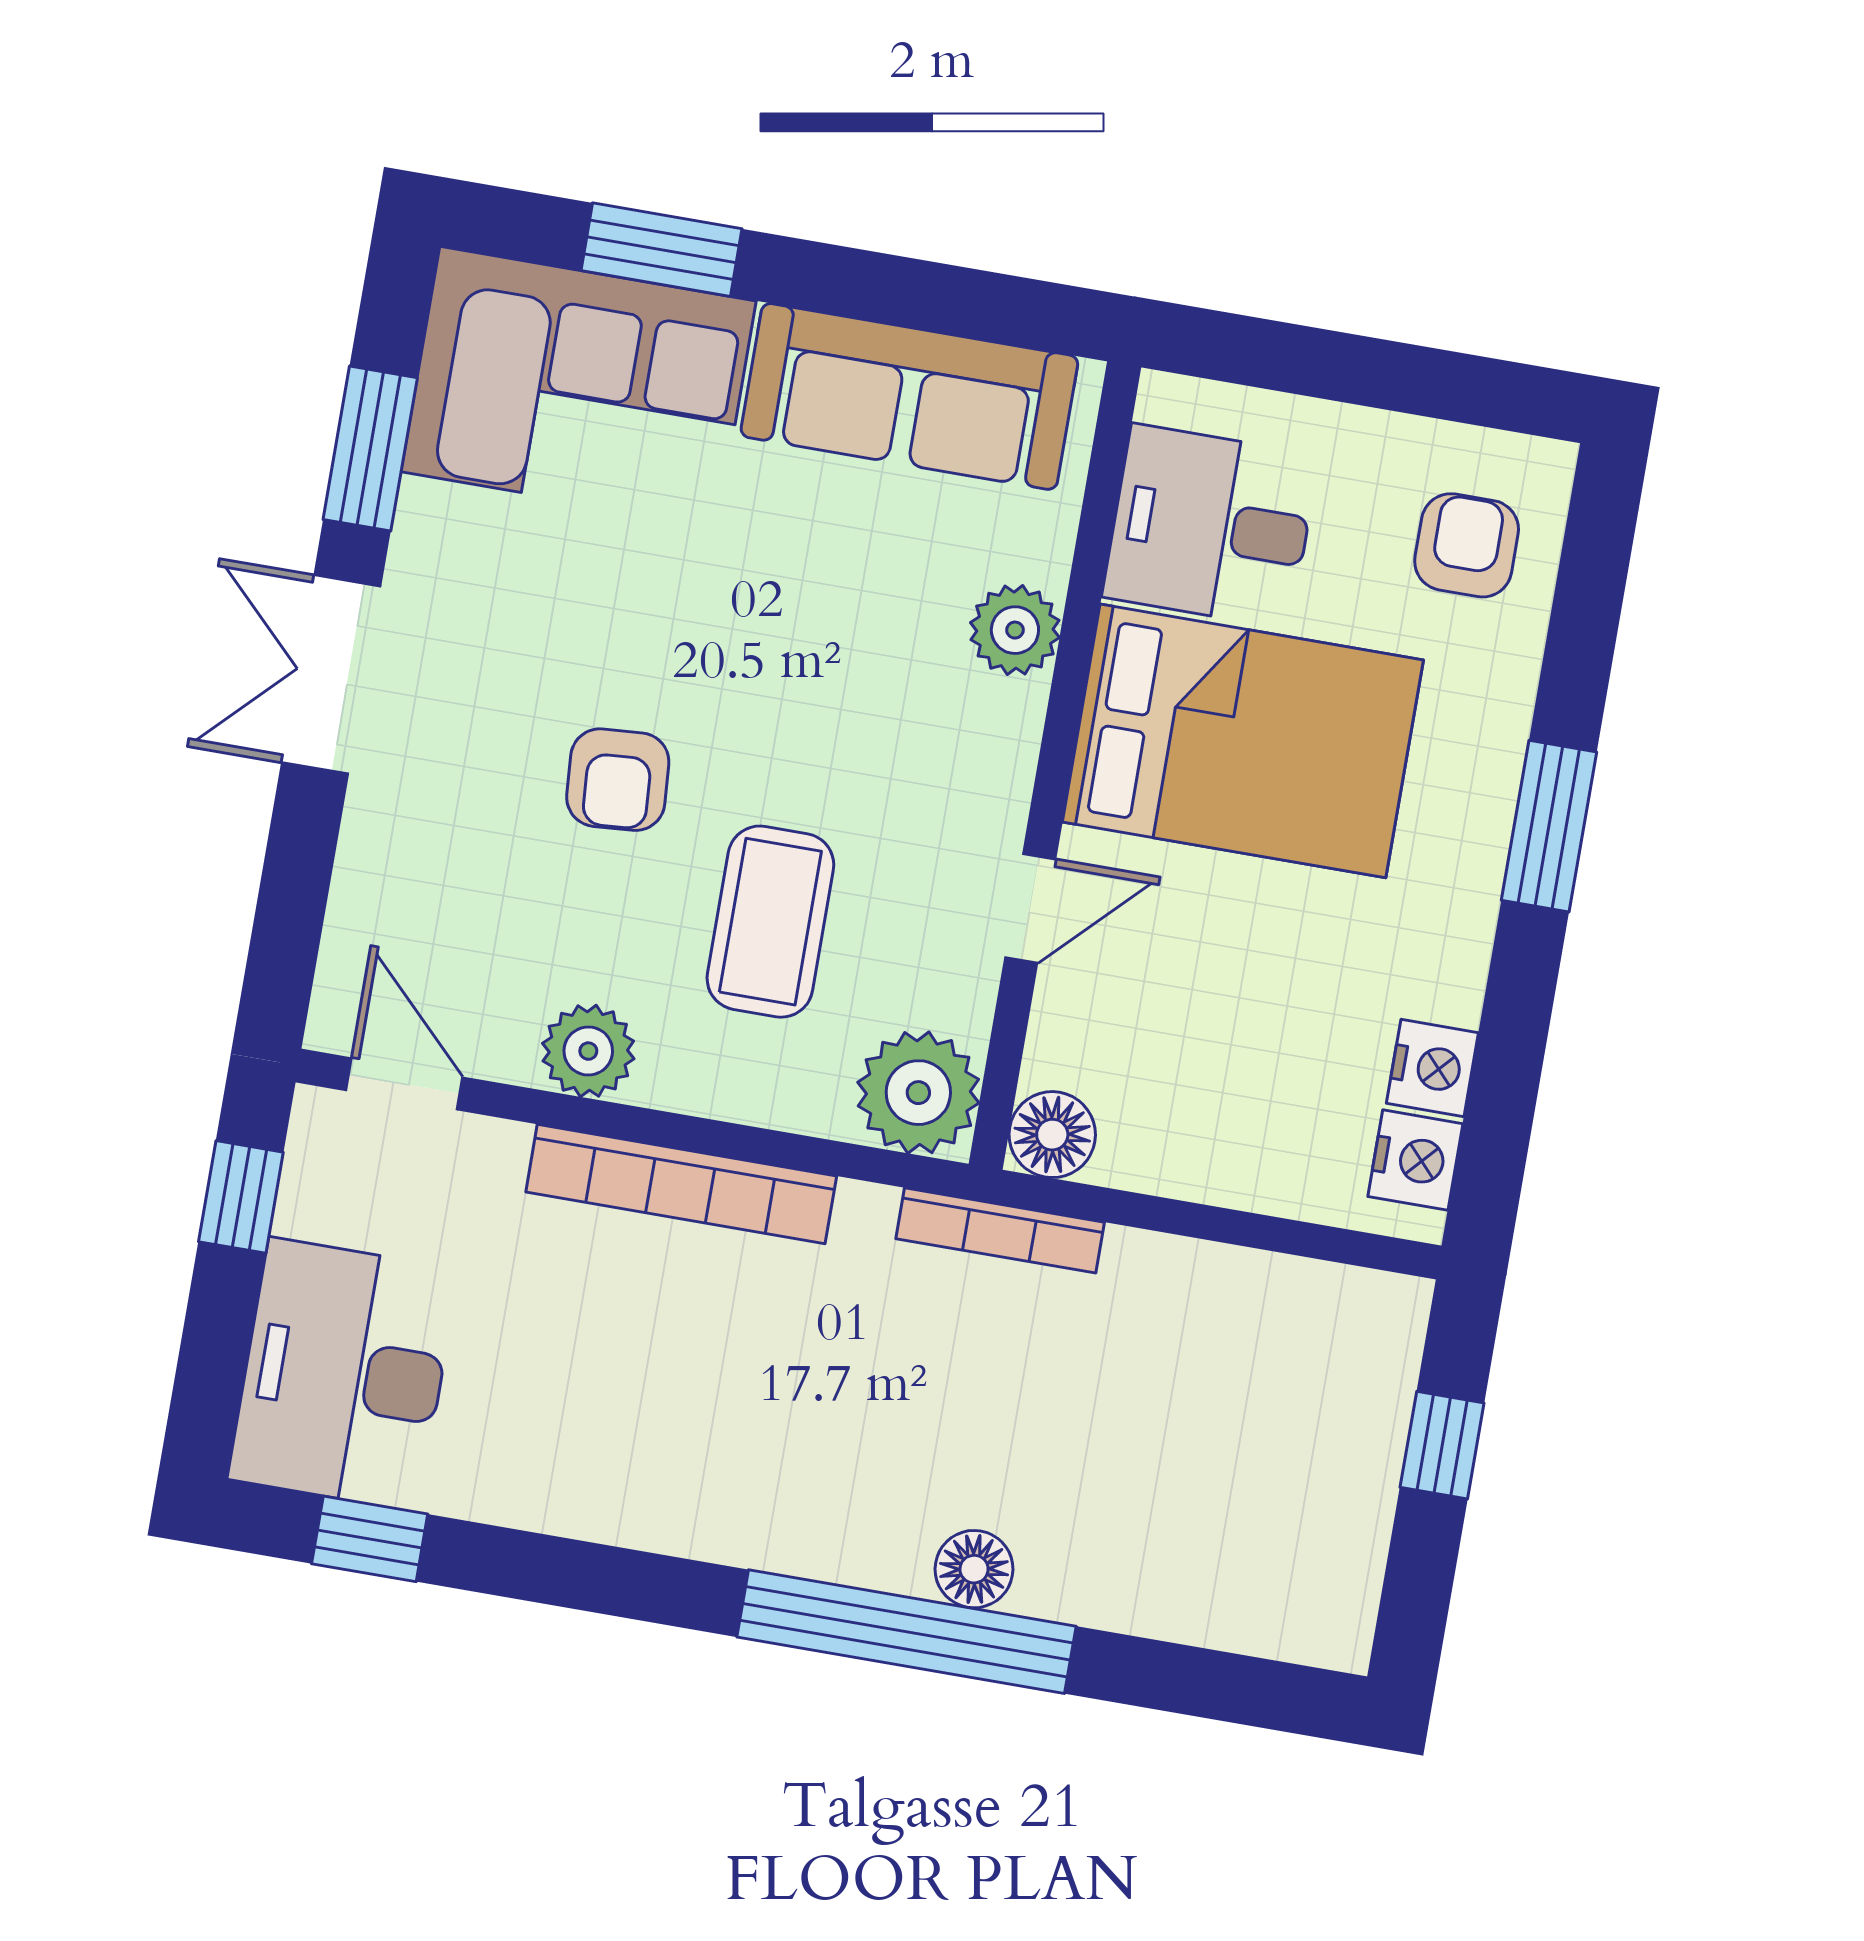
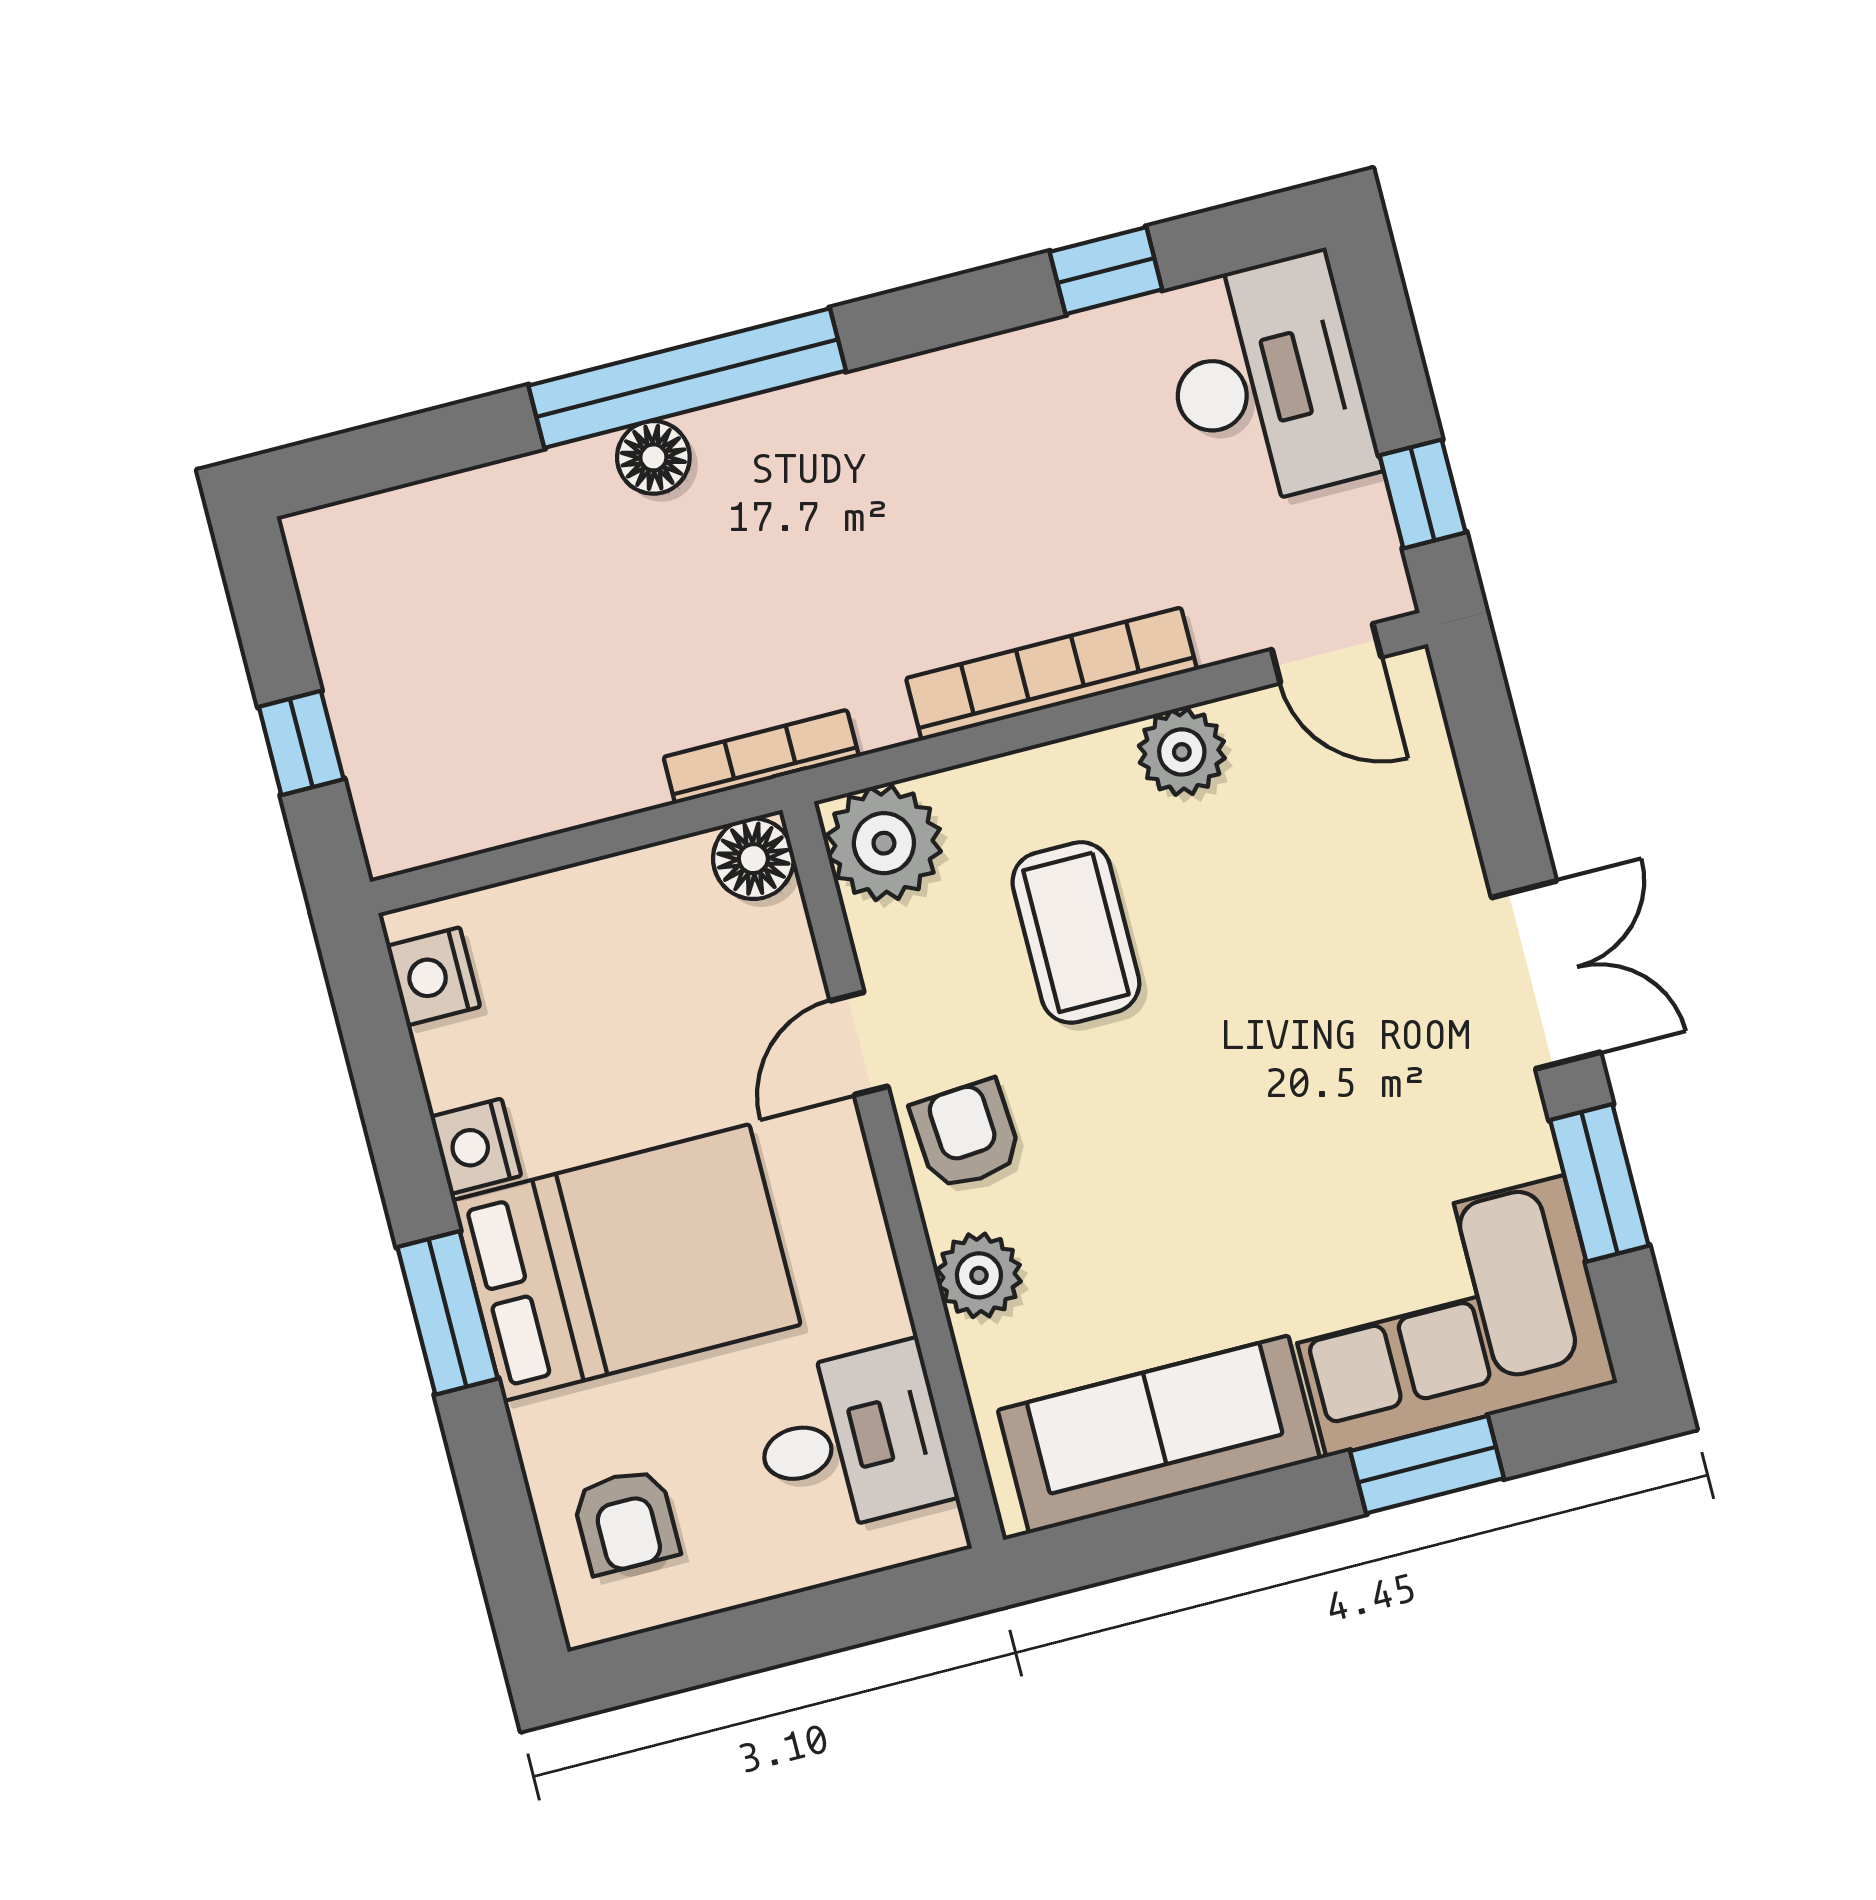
bed: (1243, 741) -> (626, 1263), moved, turned 180
armchair: (618, 780) -> (966, 1135), moved
nightstand: (1432, 1068) -> (476, 1146), moved
window: (370, 1539) -> (1106, 271), moved

